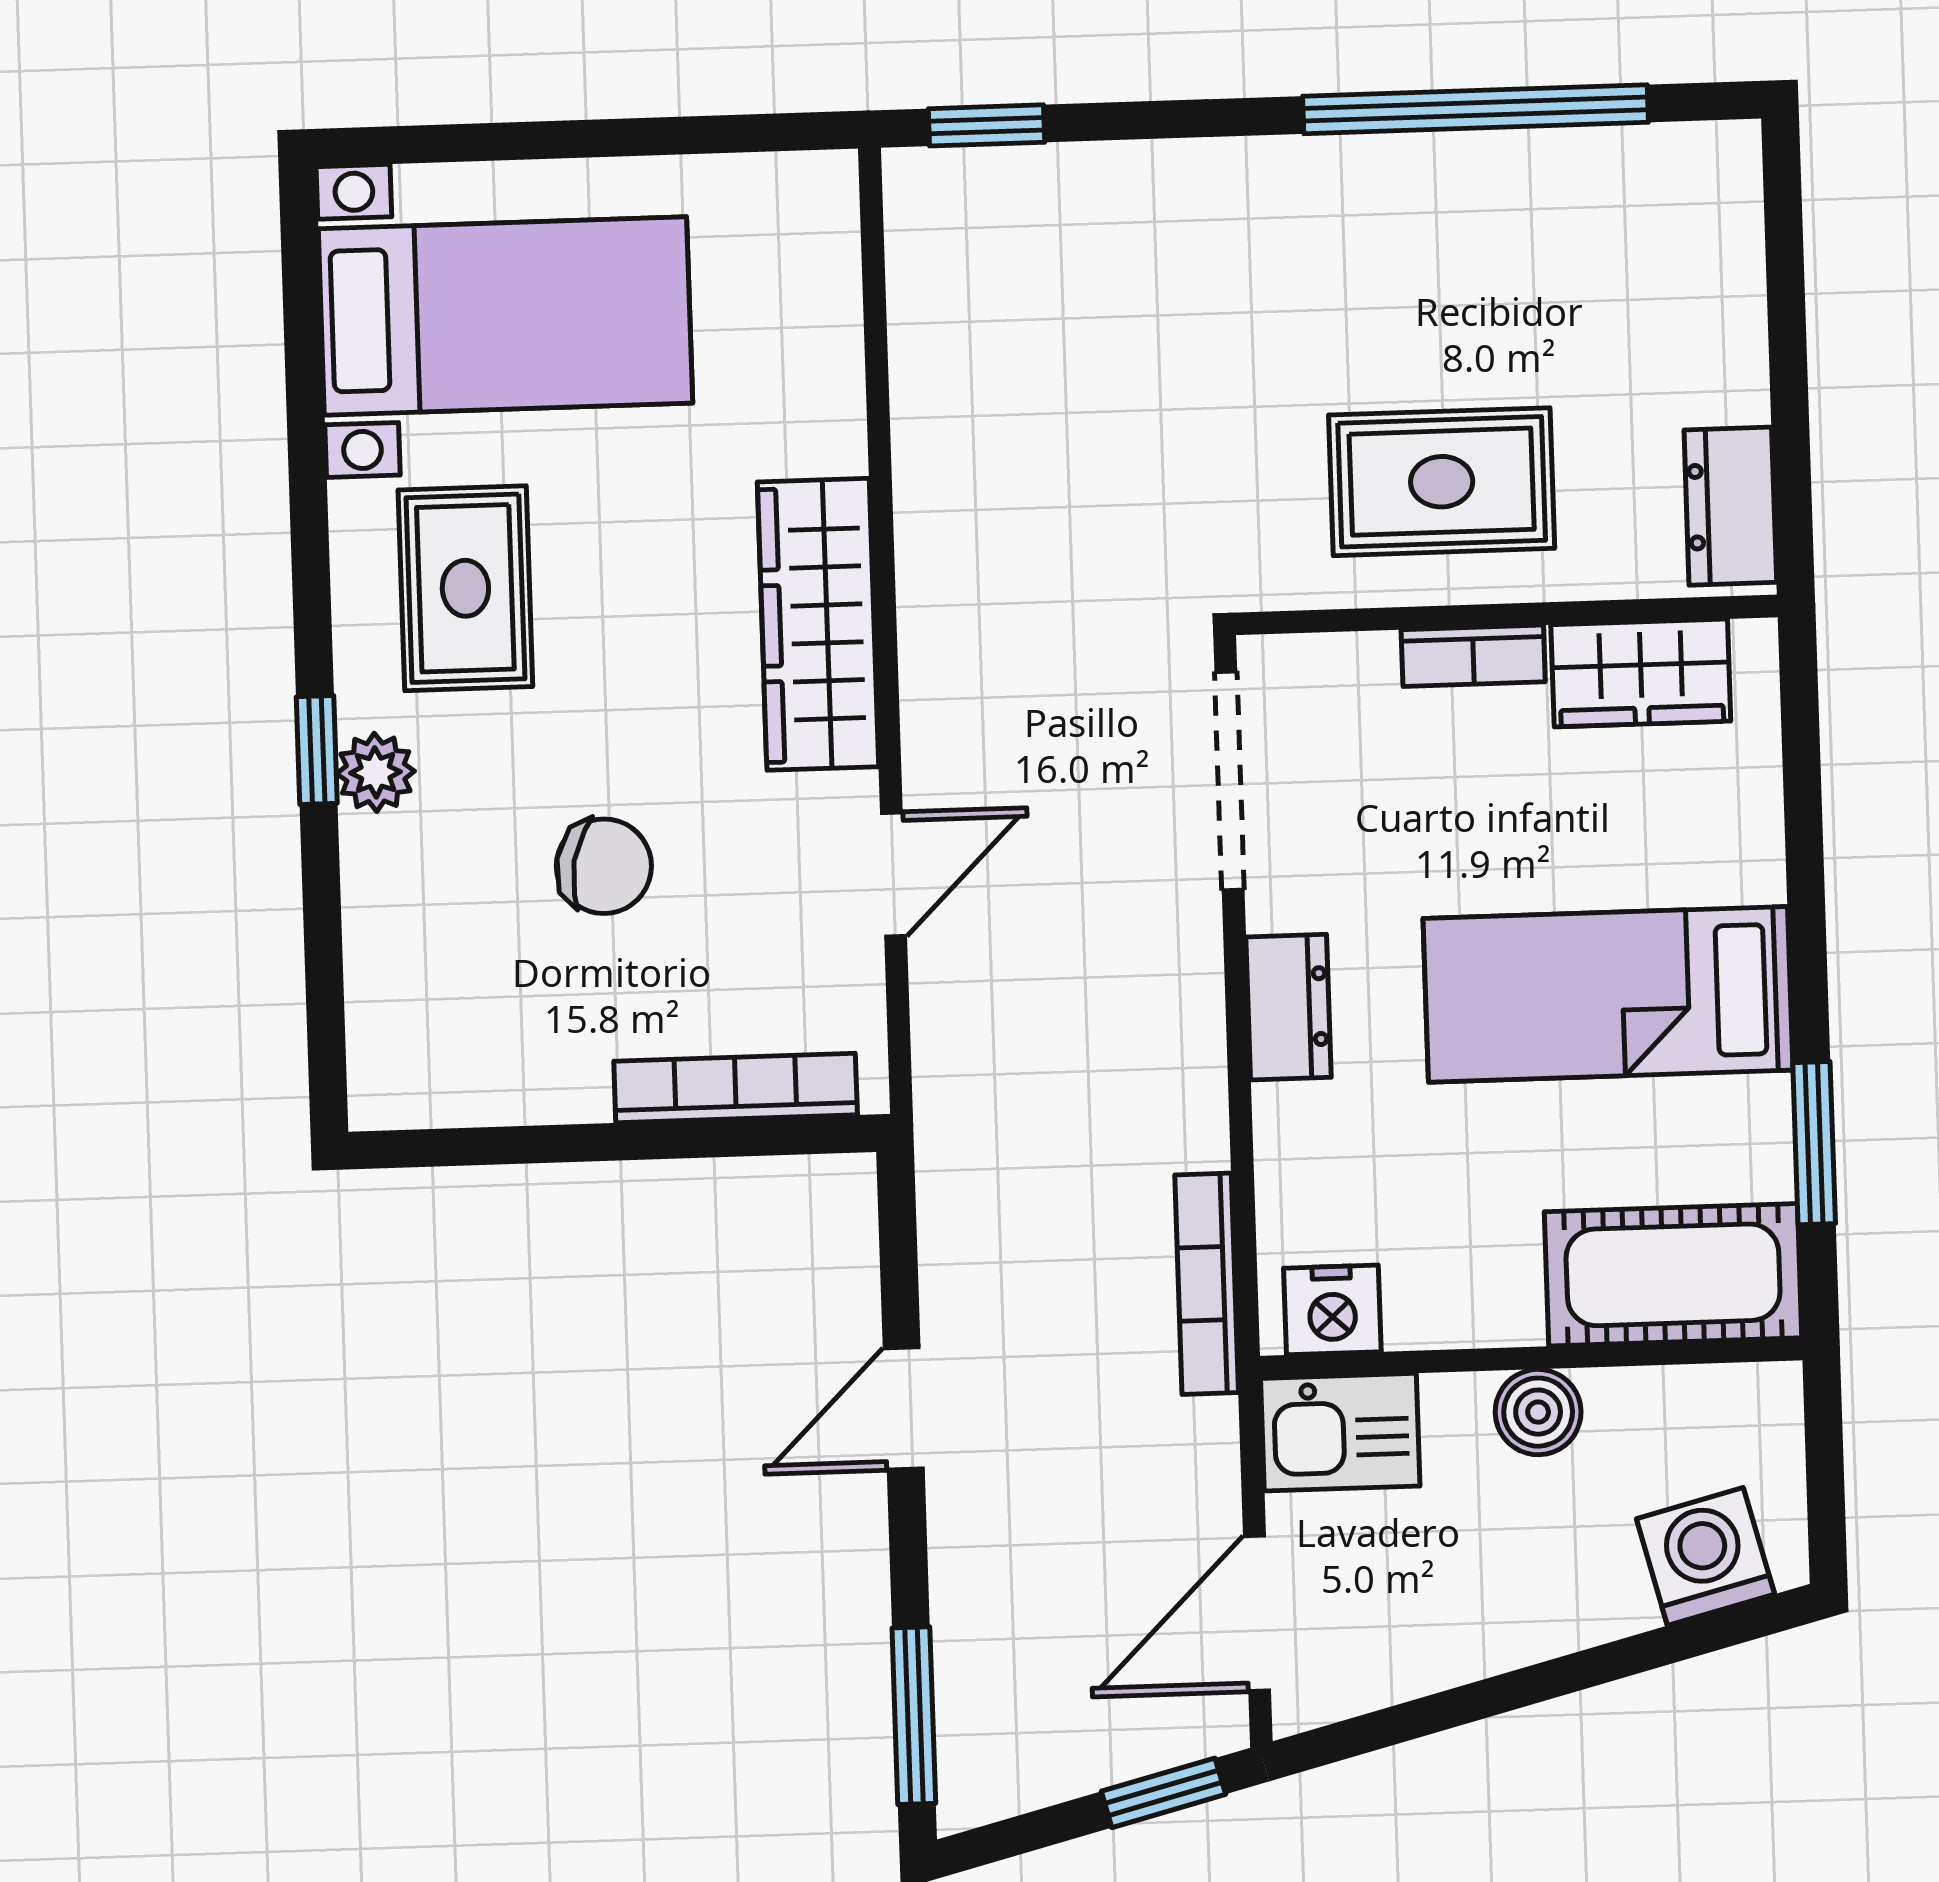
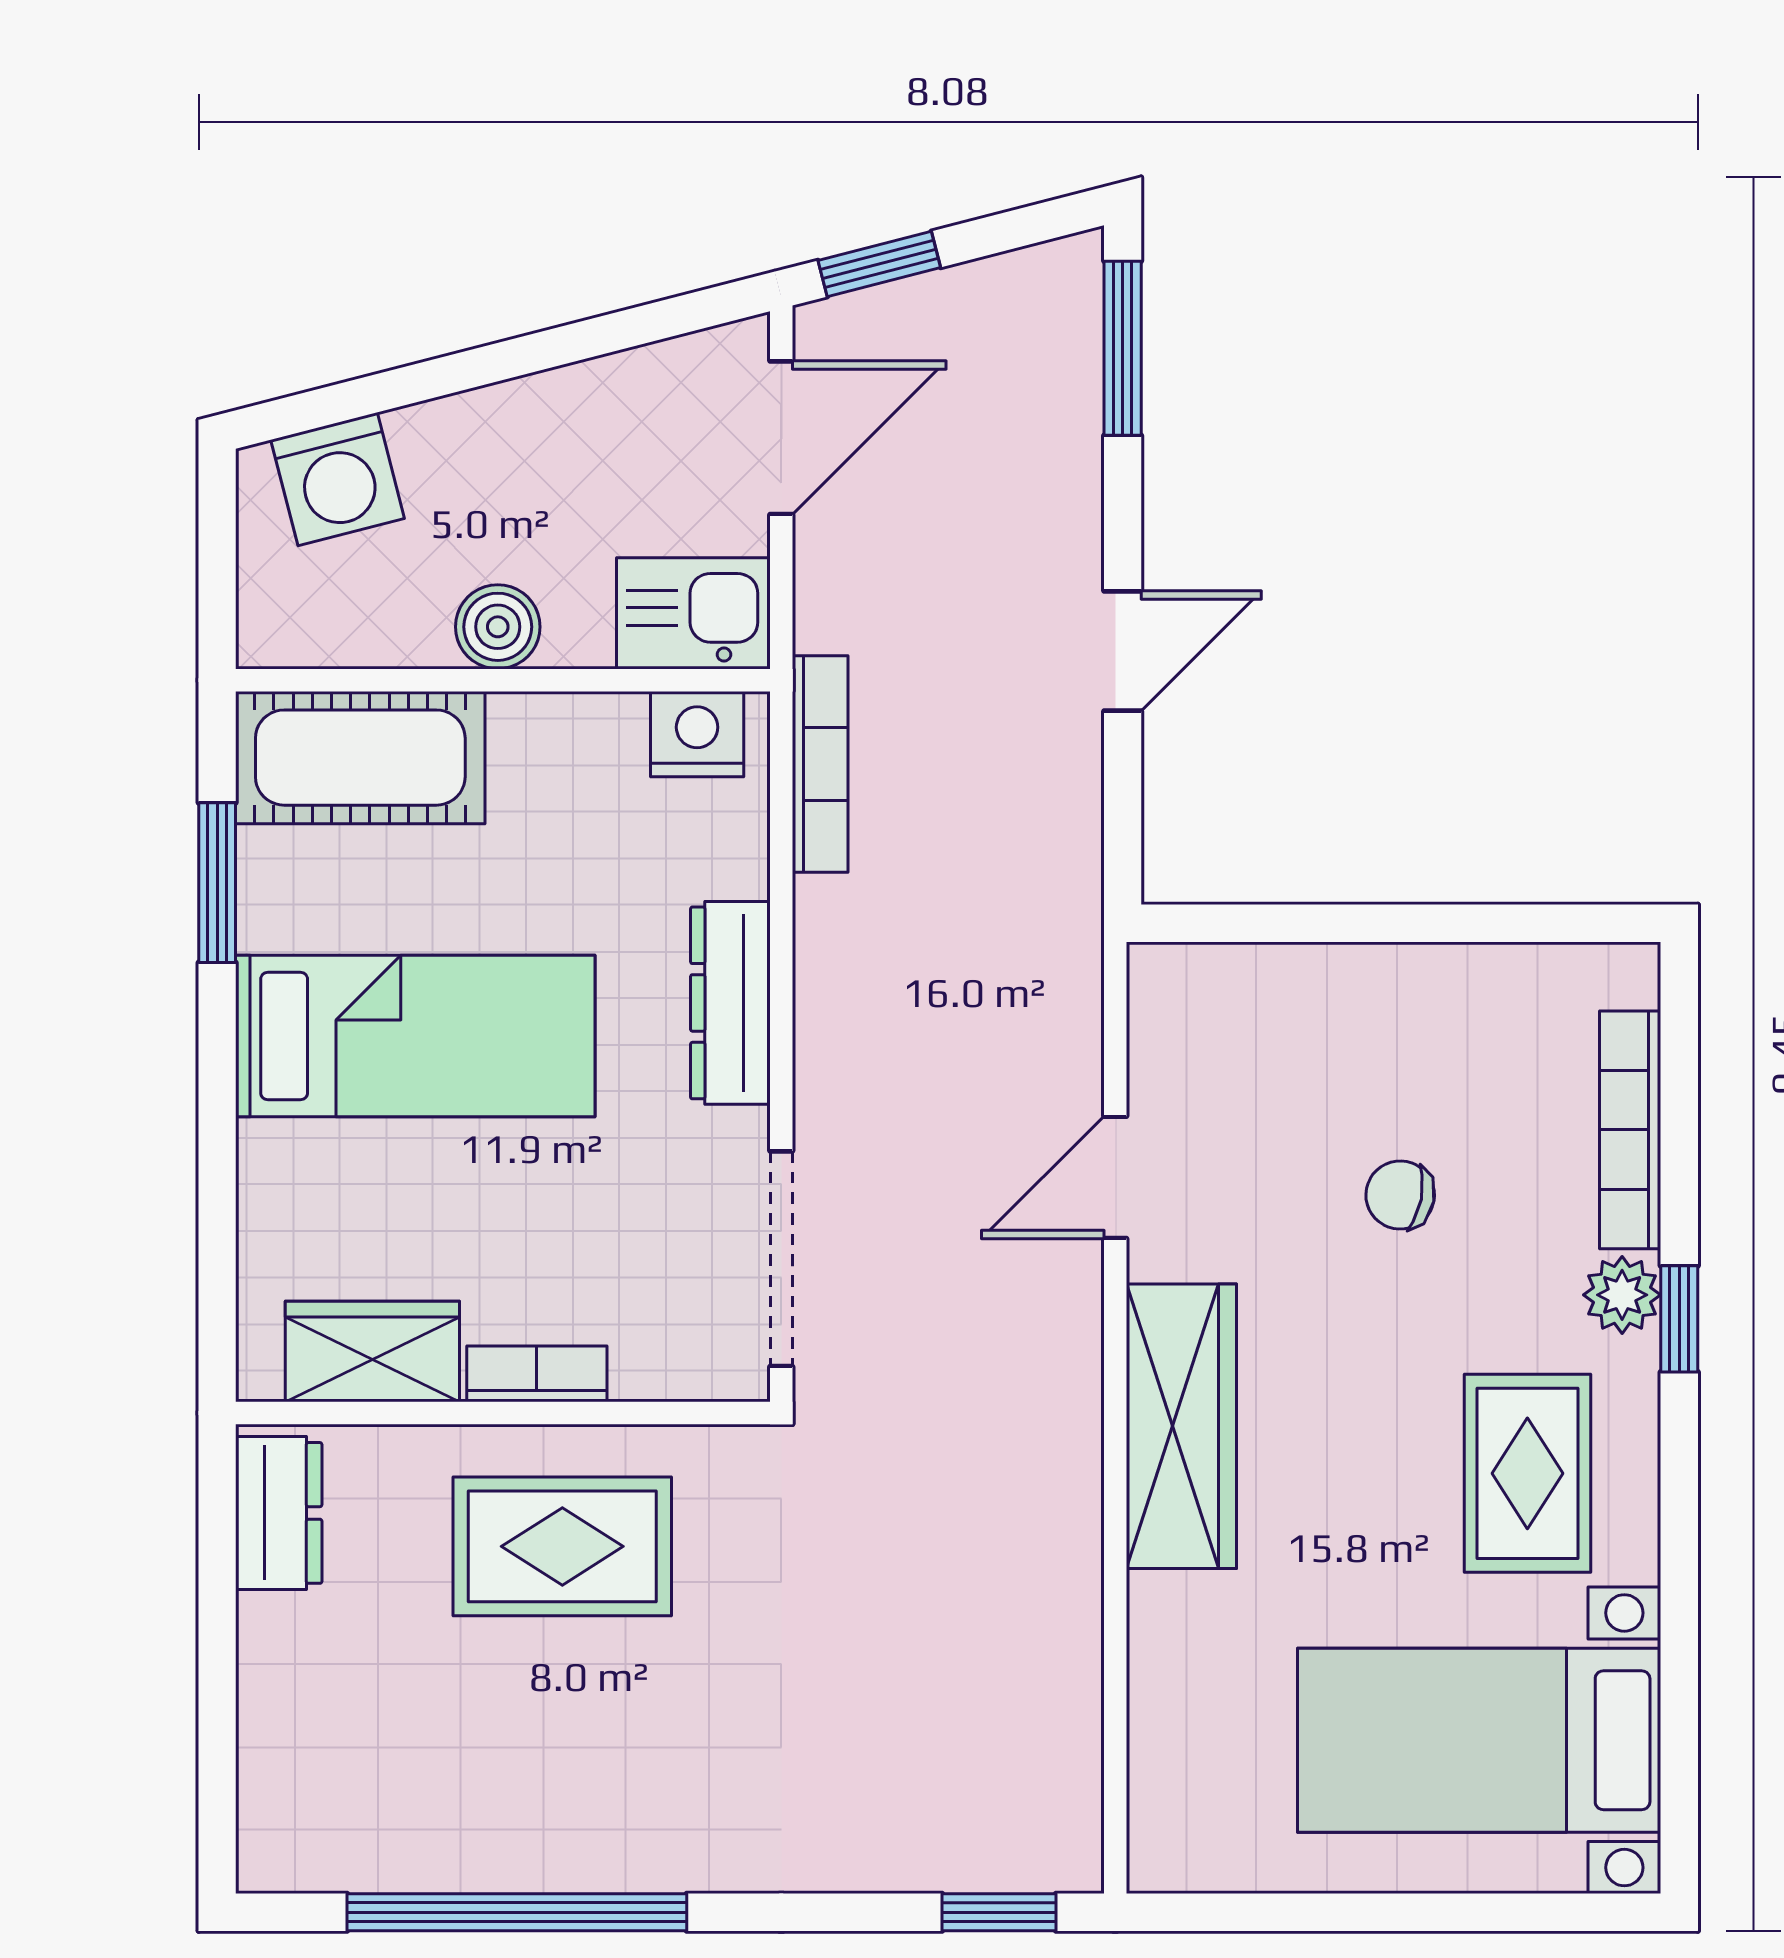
chair: (604, 866) -> (1400, 1195), width x0.73, depth x0.73
dresser: (1289, 1007) -> (730, 1003), width x1.44
bookcase: (736, 1088) -> (1630, 1130), moved, turned 90

